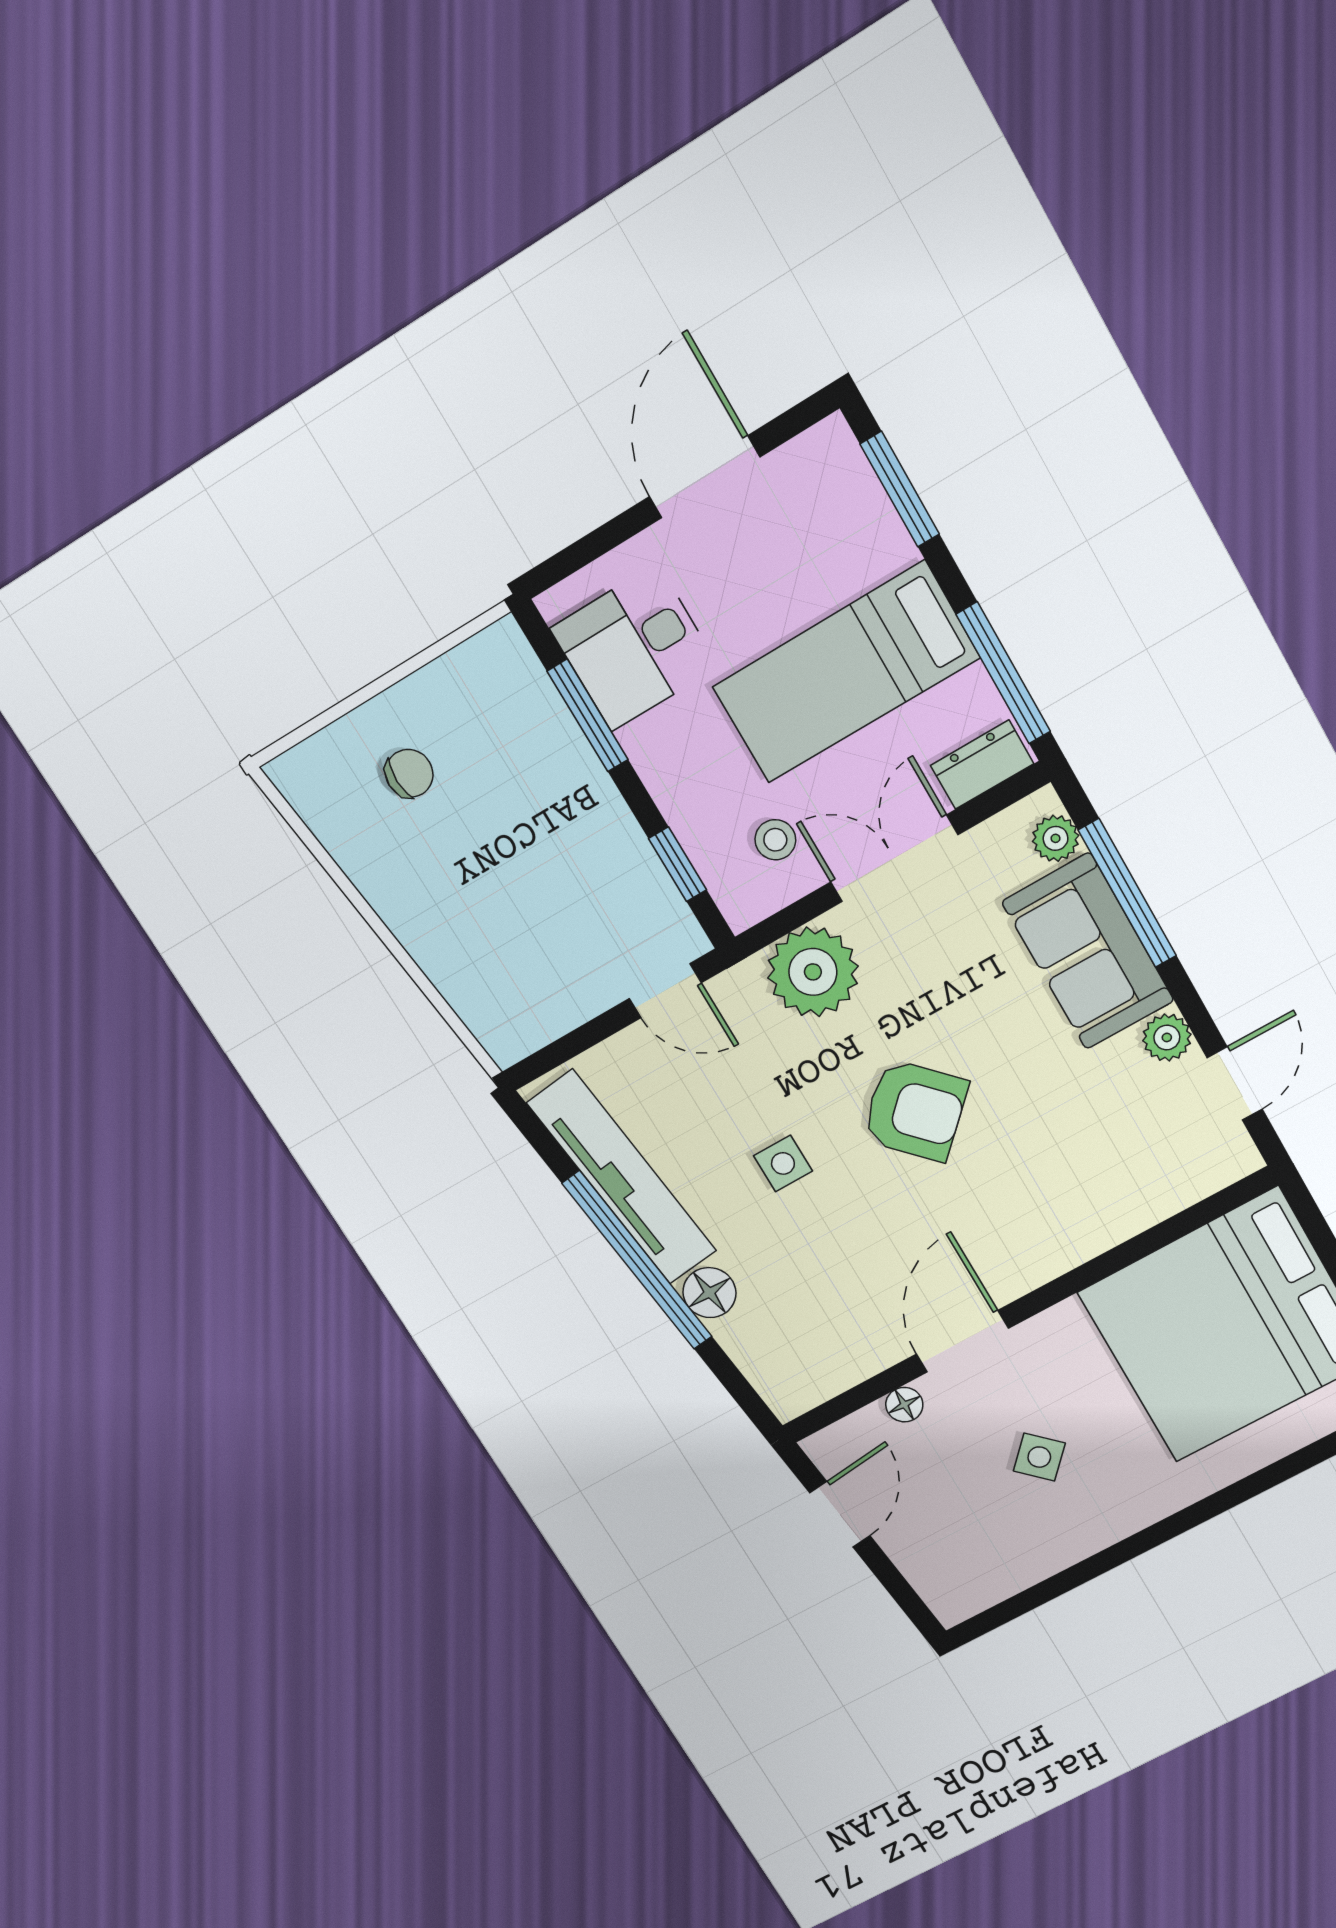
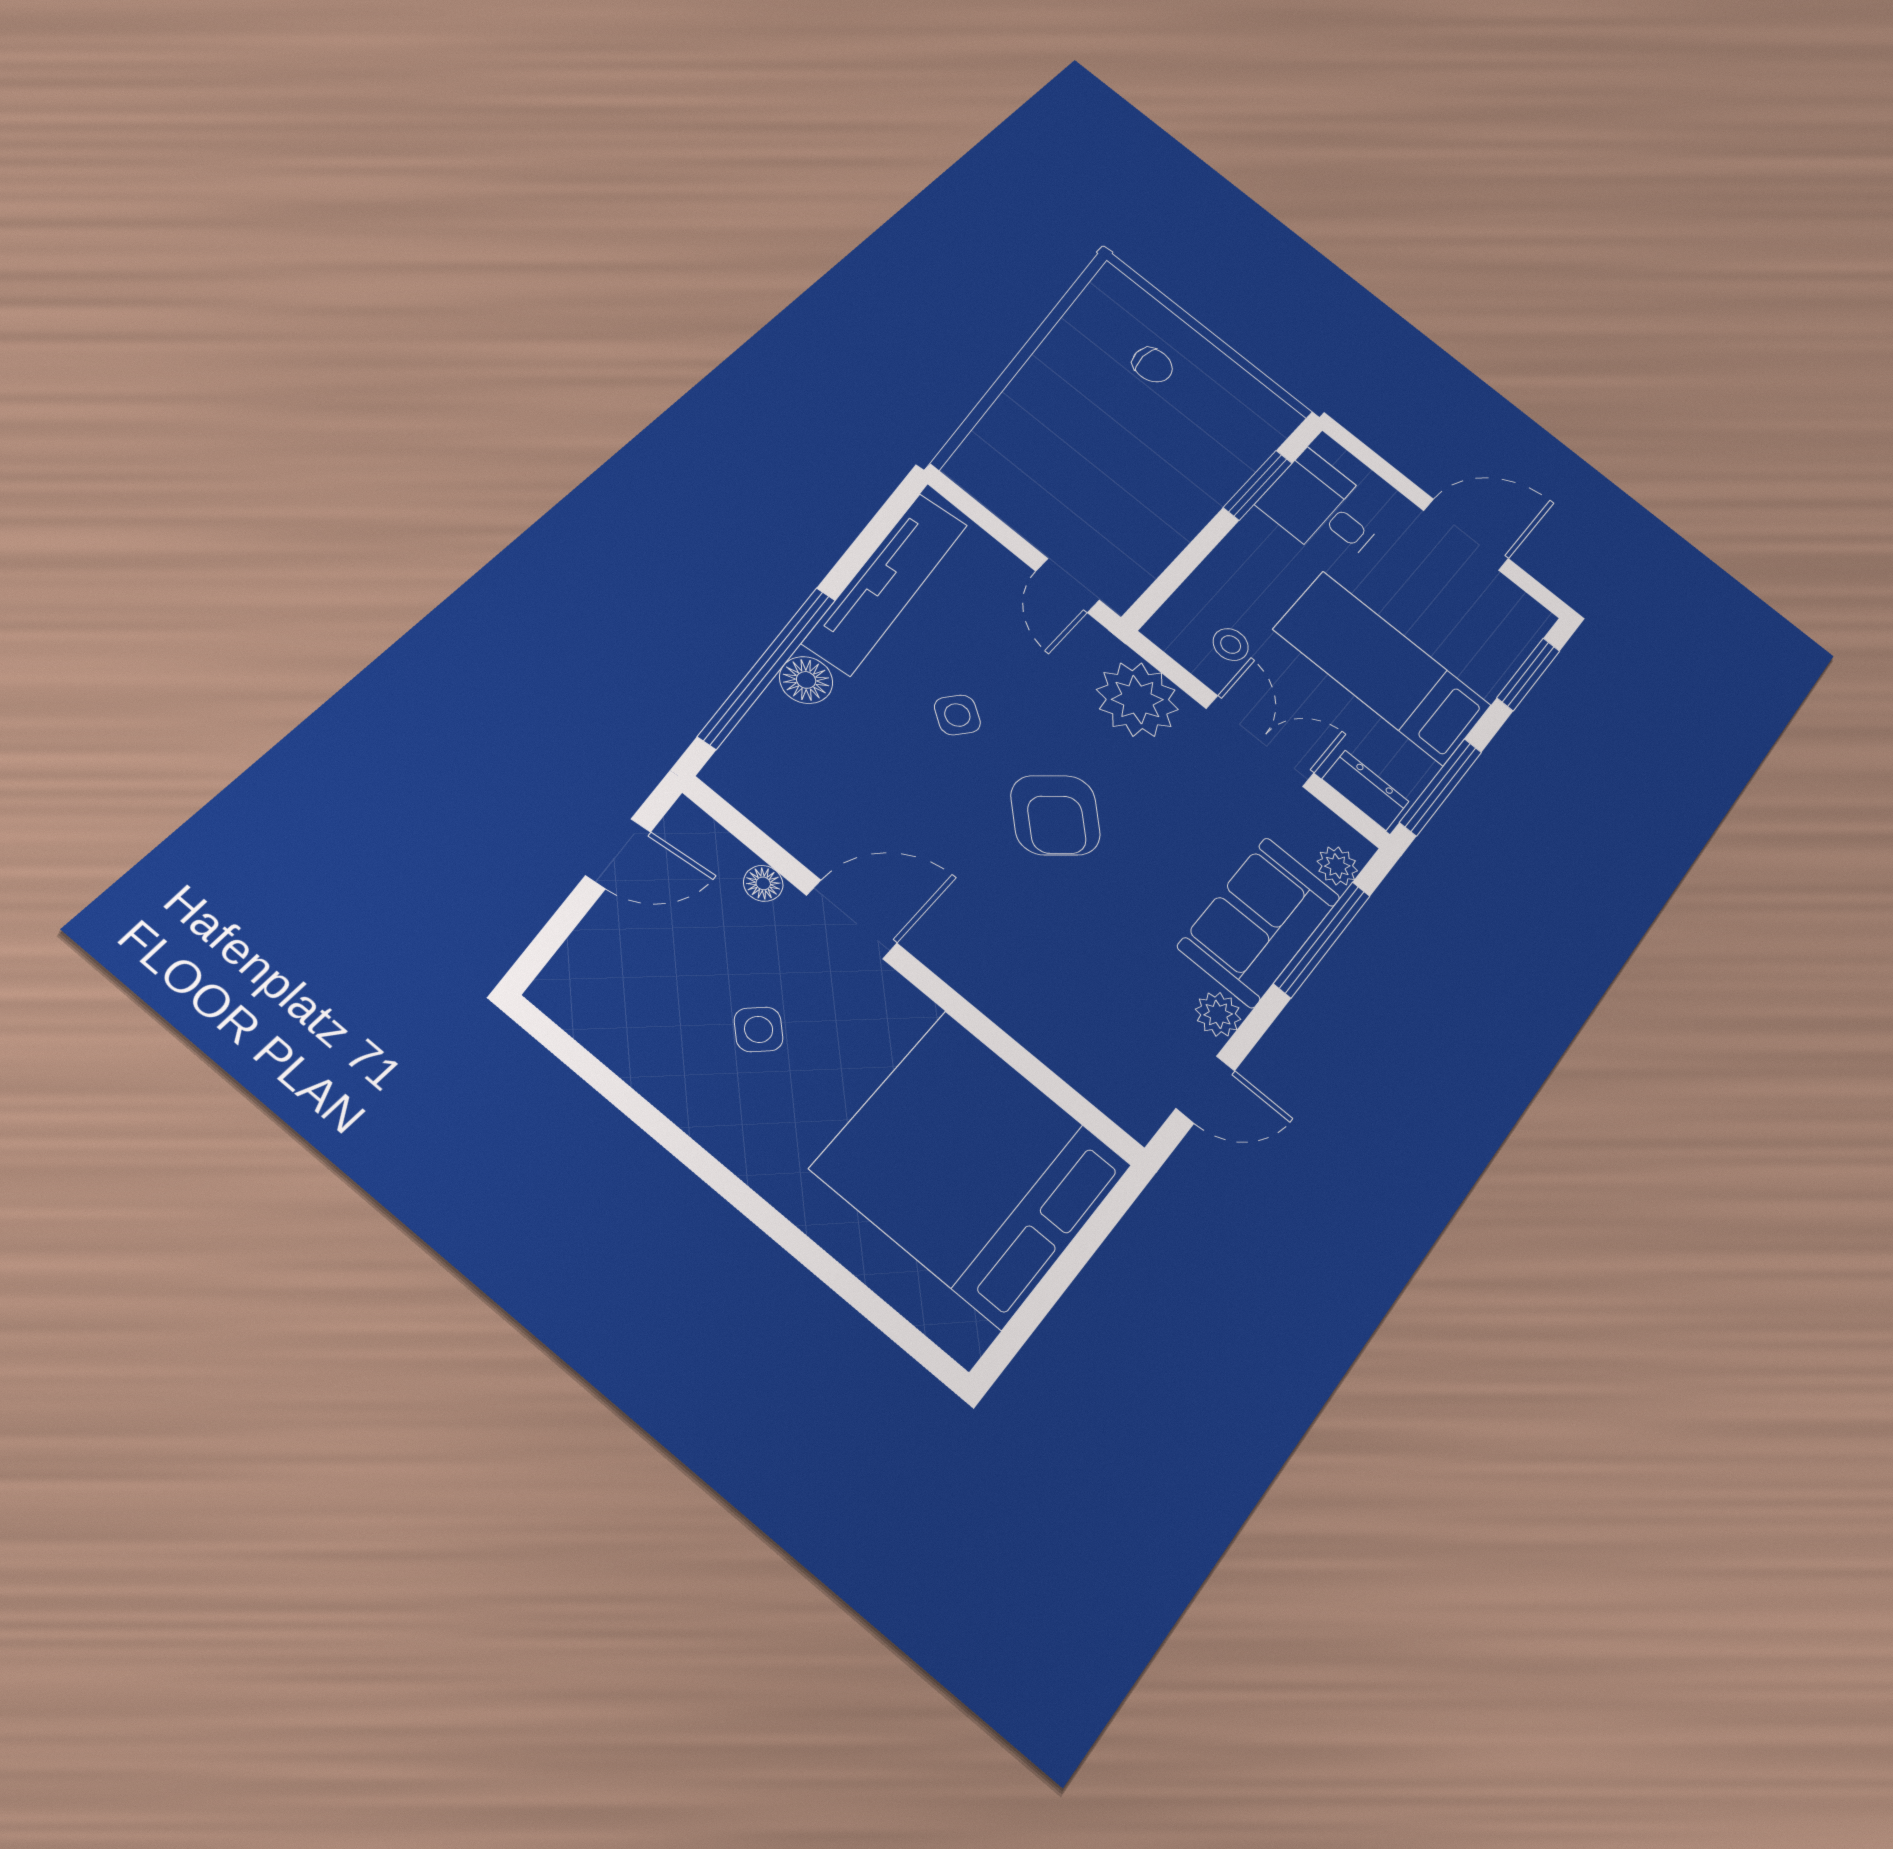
window: (678, 864) -> (1176, 574), removed
side table: (783, 1163) -> (957, 715), turned 36
window: (637, 1260) -> (768, 667), moved

